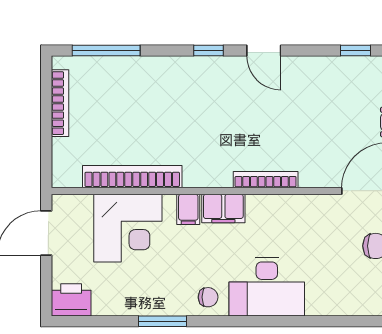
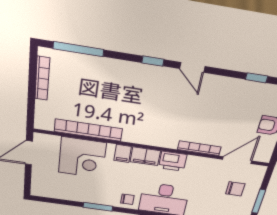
bookcase: (266, 180) -> (199, 148), moved
printer: (71, 300) -> (173, 161), moved, turned 180

